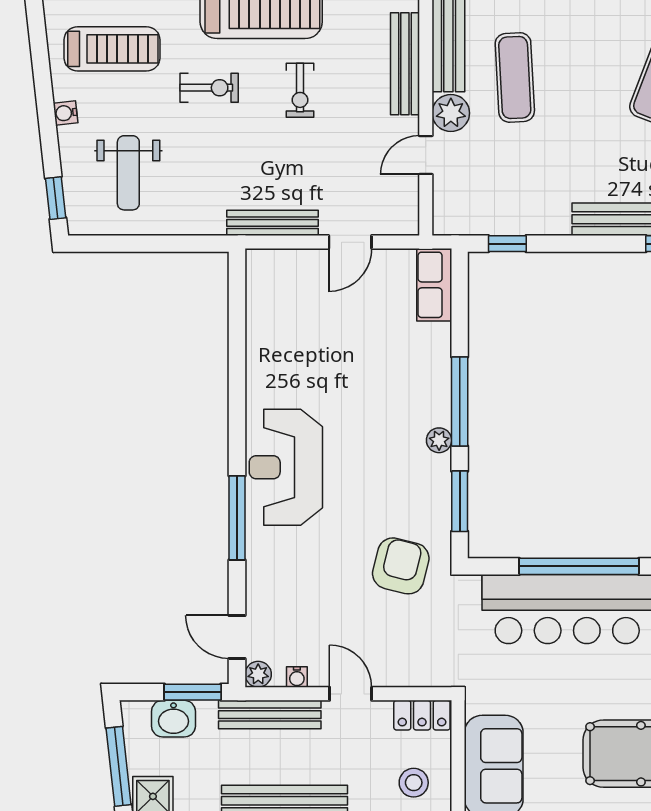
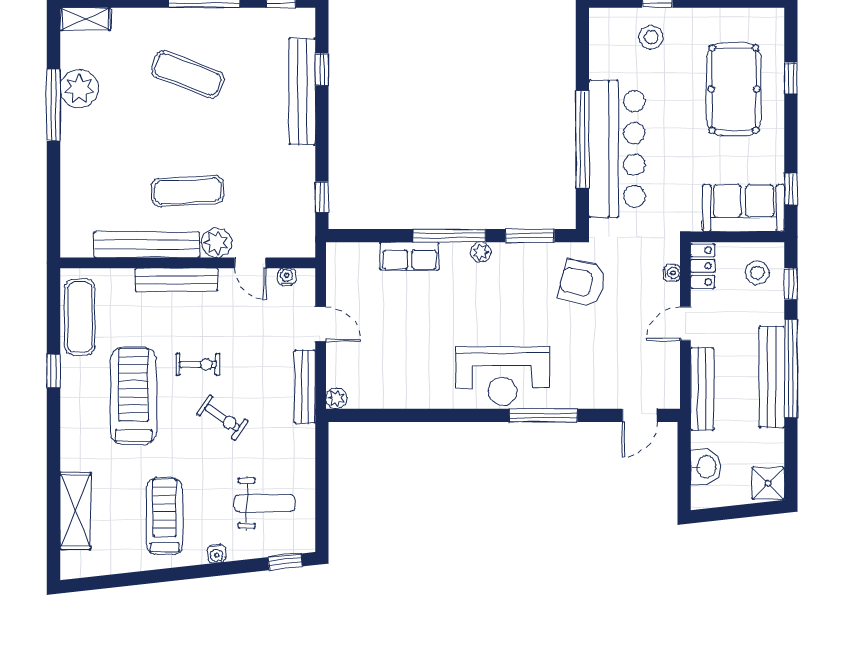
exercise bike: (209, 88) -> (222, 418), moved, turned 125
water cooler: (409, 200) -> (287, 277), added
row of seats: (434, 285) -> (410, 256), moved
plant: (258, 674) -> (336, 398), moved
water cooler: (297, 677) -> (672, 273), moved
window: (193, 692) -> (684, 451), removed
window: (119, 766) -> (744, 511), removed

